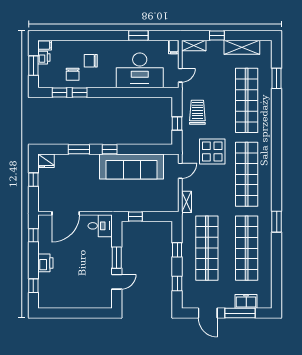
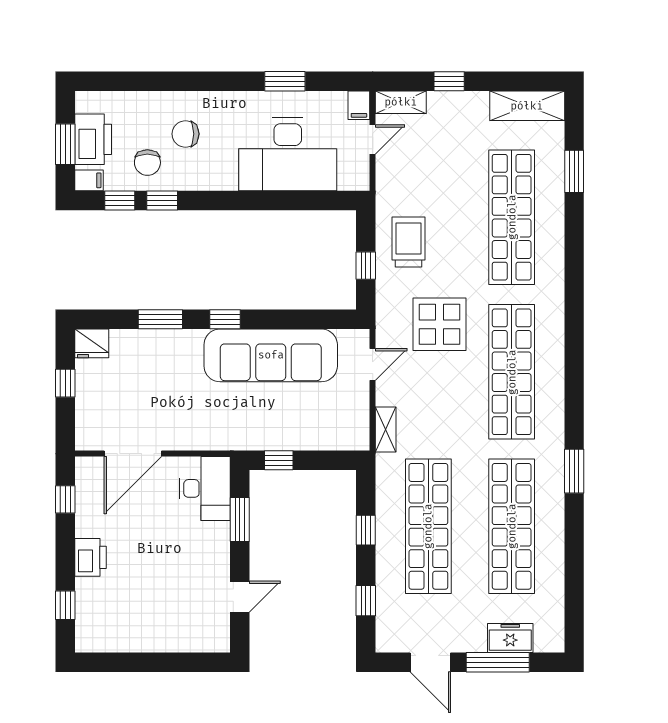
filing cabinet: (45, 45) -> (89, 180), moved
shelving: (242, 47) -> (527, 106), moved
printer: (44, 58) -> (93, 139), width x1.87, depth x1.48
door: (180, 75) -> (373, 140), moved
desk: (100, 226) -> (205, 488), width x1.37
window: (117, 258) -> (240, 519), moved

